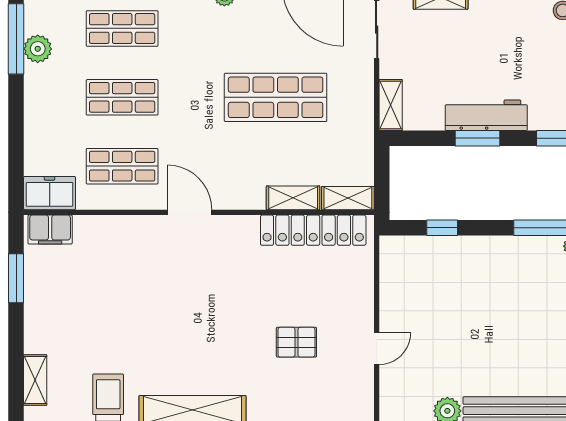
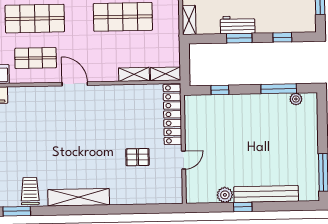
shop shelf: (122, 97) -> (35, 19), width x1.43, depth x1.36
workbench: (486, 115) -> (238, 25), width x0.73
locker: (313, 230) -> (172, 114), moved, turned 90

